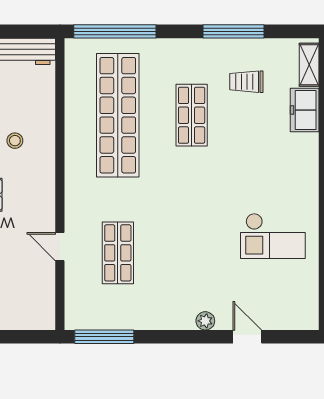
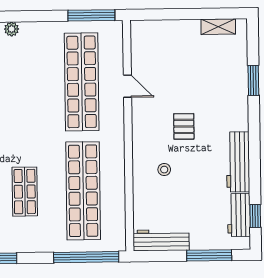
shop shelf: (118, 253) -> (82, 82), width x2.00, depth x1.36

